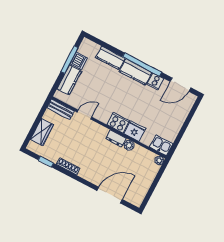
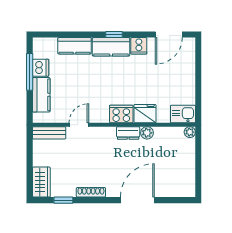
window: (142, 64) -> (114, 35), width x0.32
wardrobe: (42, 132) -> (41, 182), moved
door: (110, 195) -> (137, 200), moved

